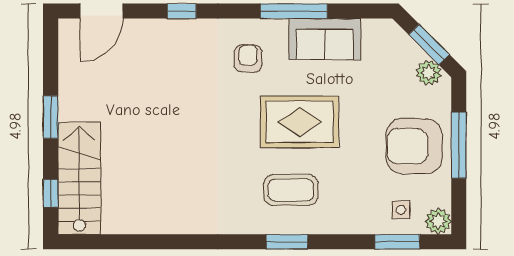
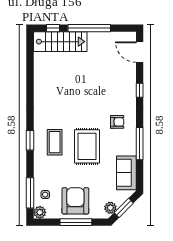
sofa: (325, 39) -> (126, 173), moved
window: (51, 117) -> (89, 28), width x2.11
window: (397, 242) -> (30, 193), width x1.44

